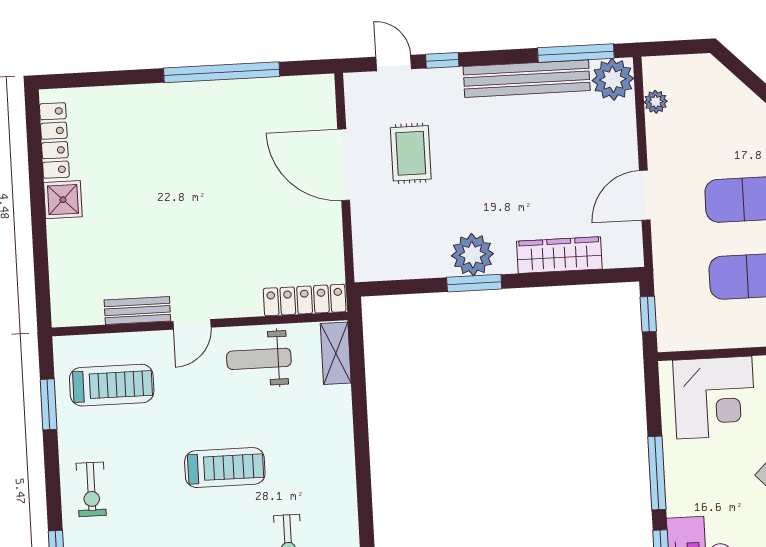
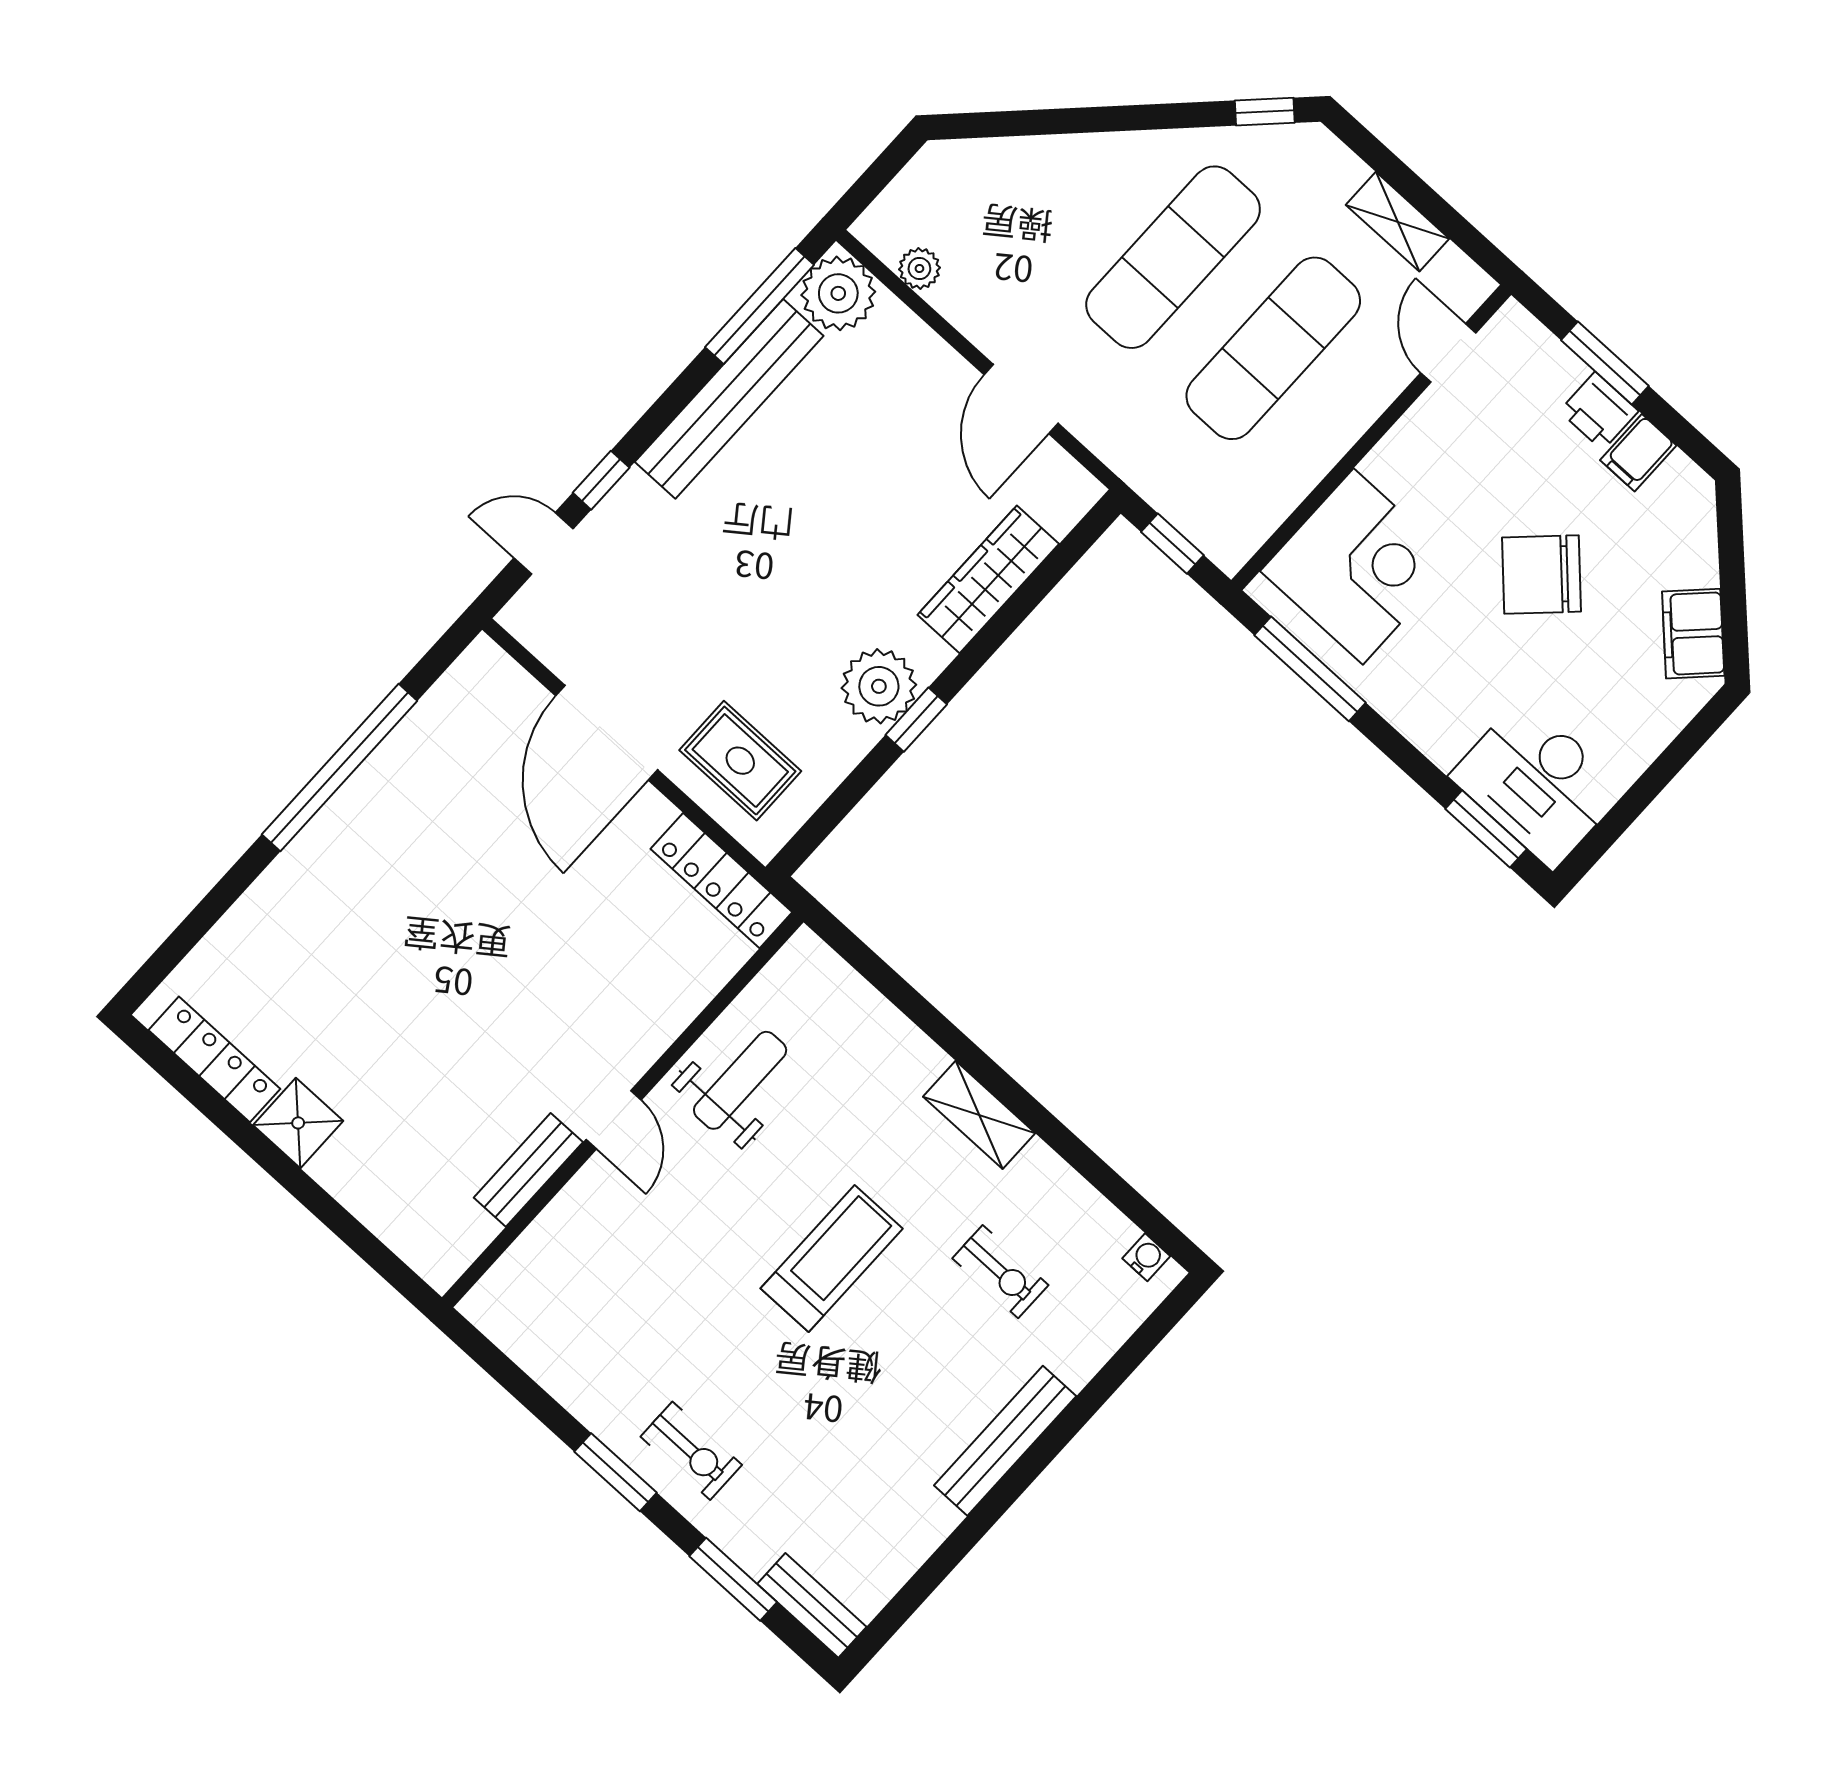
rug: (411, 153) -> (740, 761), moved
door: (344, 165) -> (607, 733), hinge flipped
window: (474, 283) -> (916, 720), width x0.67
locker: (305, 300) -> (721, 881), moved, turned -90
shelving: (336, 353) -> (979, 1115), moved
weight bench: (259, 359) -> (740, 1080), turned 180
treadmill: (112, 385) -> (588, 1295), removed
window: (49, 404) -> (615, 1472), moved
window: (657, 473) -> (1310, 669), moved

